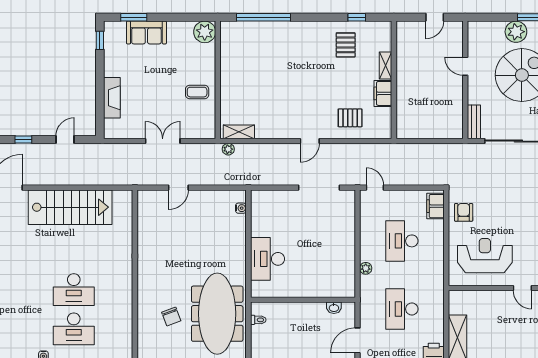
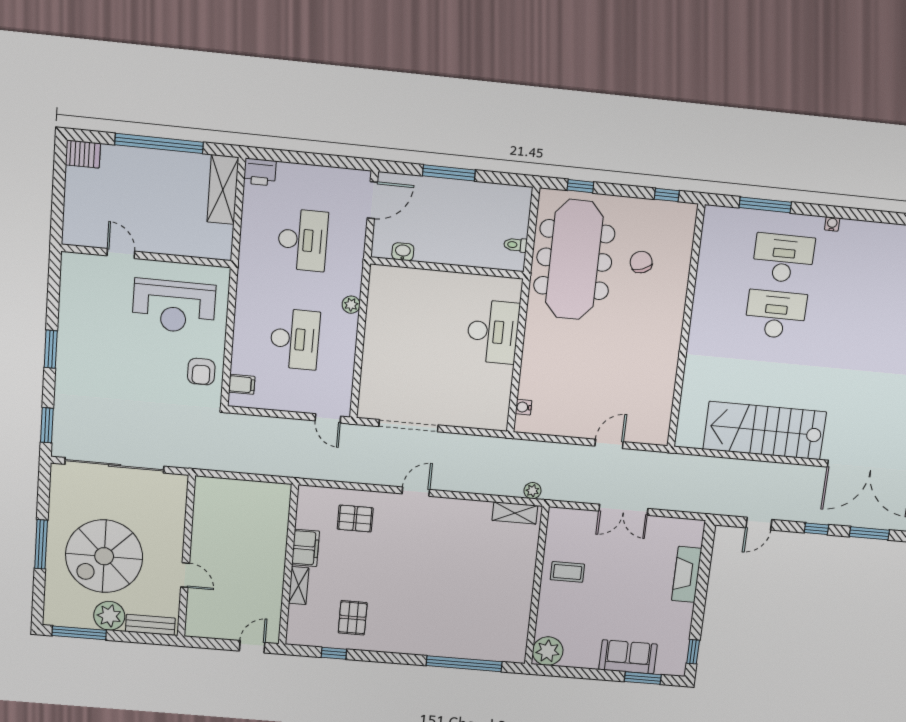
door: (435, 17) -> (252, 647), moved
bench: (474, 122) -> (150, 625), moved, turned 90
filing cabinet: (436, 206) -> (242, 384), width x0.50

